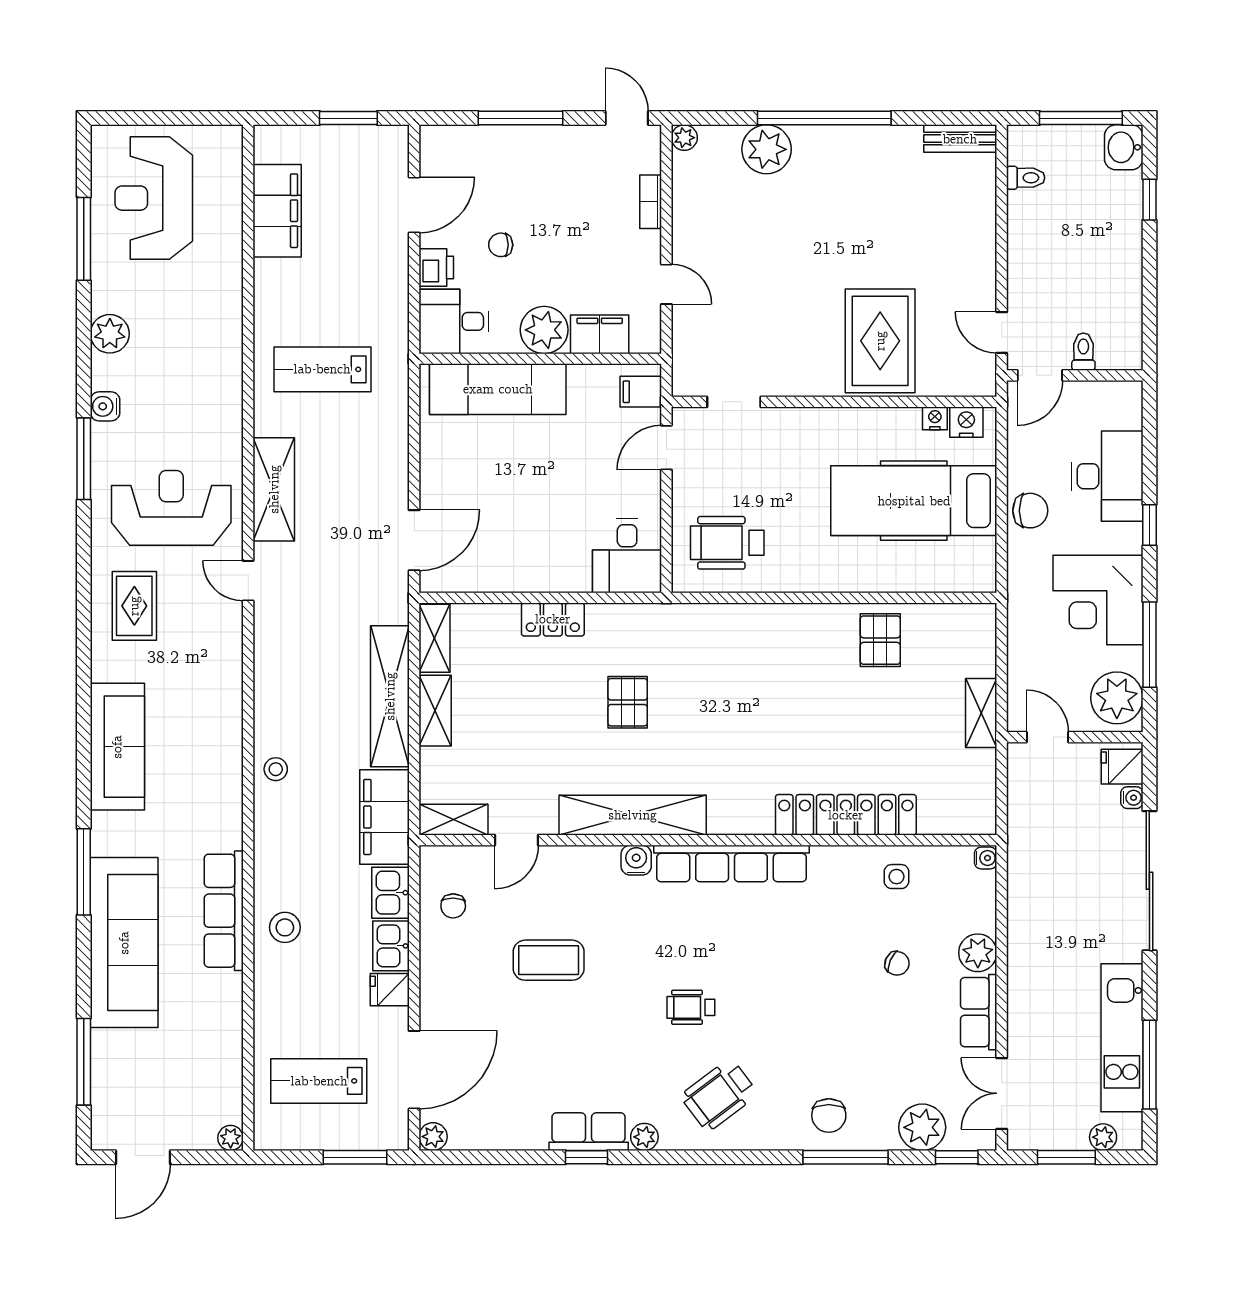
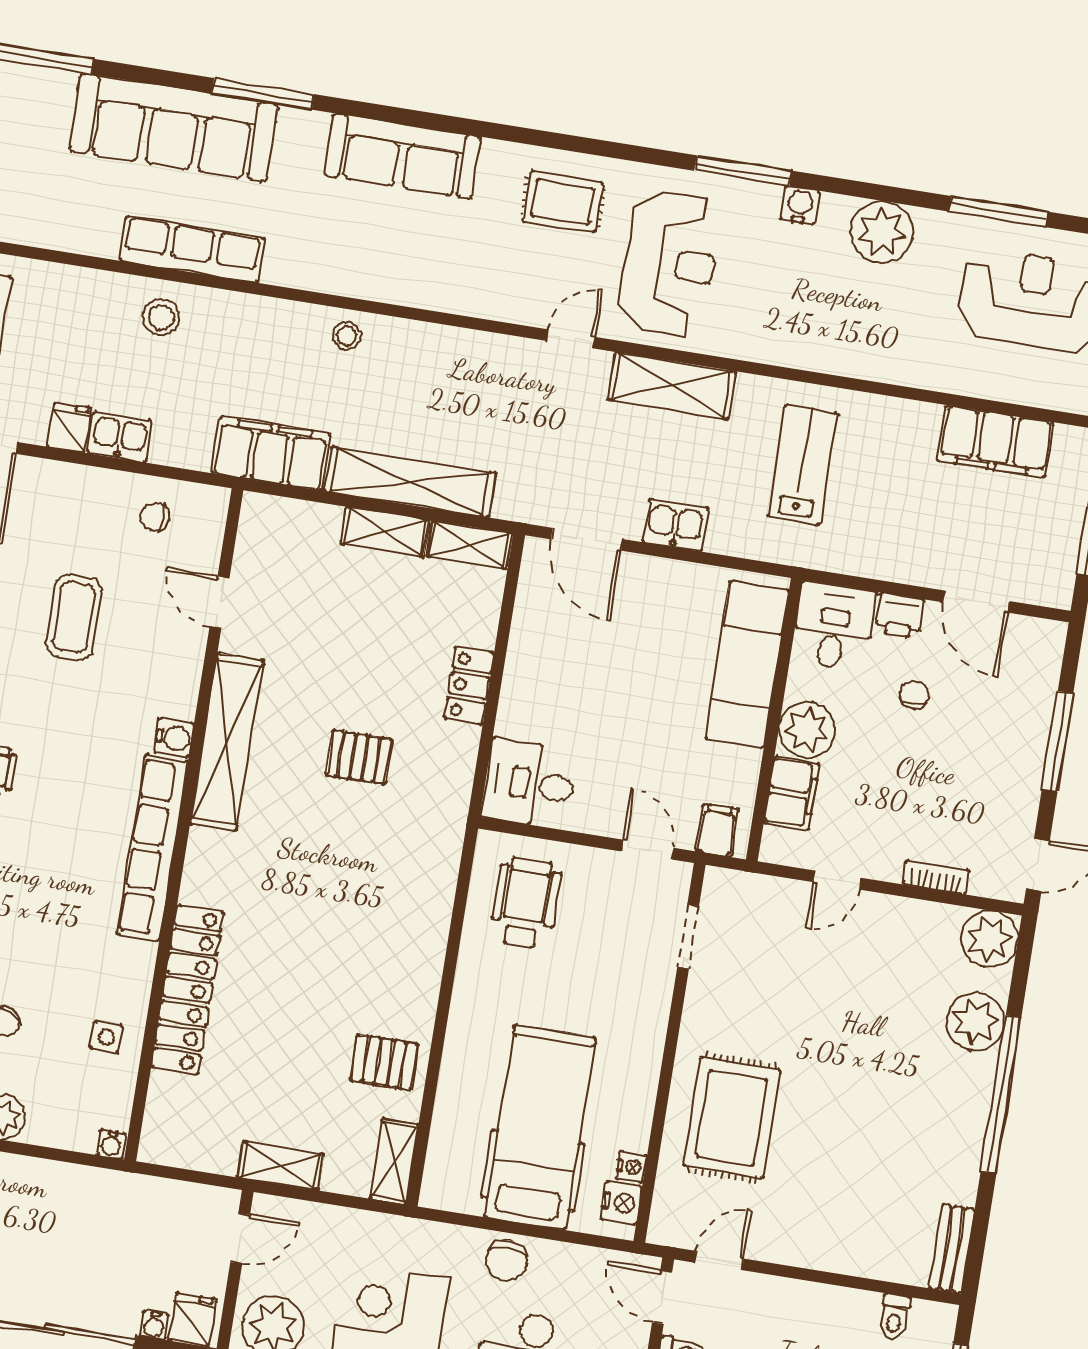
plant: (684, 138) -> (989, 939), width x1.87, depth x1.87
plant: (110, 334) -> (882, 232), width x1.36, depth x1.36
rug: (880, 341) -> (732, 1118), turned 90
shelving: (453, 820) -> (394, 1162), moved
kitchen sink: (391, 893) -> (676, 525), moved

